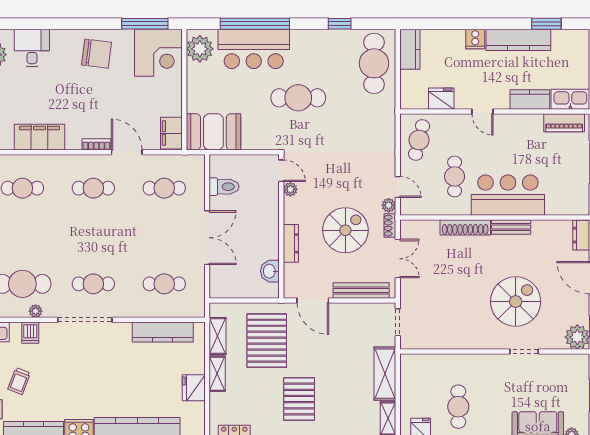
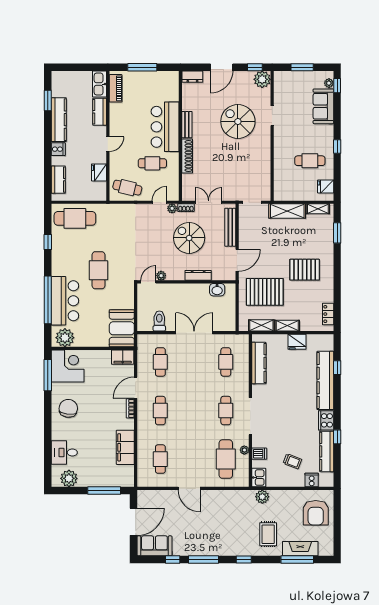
kitchen counter: (410, 49) -> (58, 180), moved, turned 90

